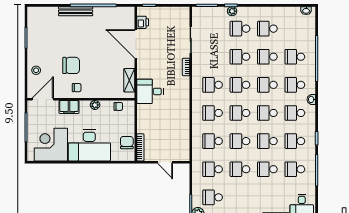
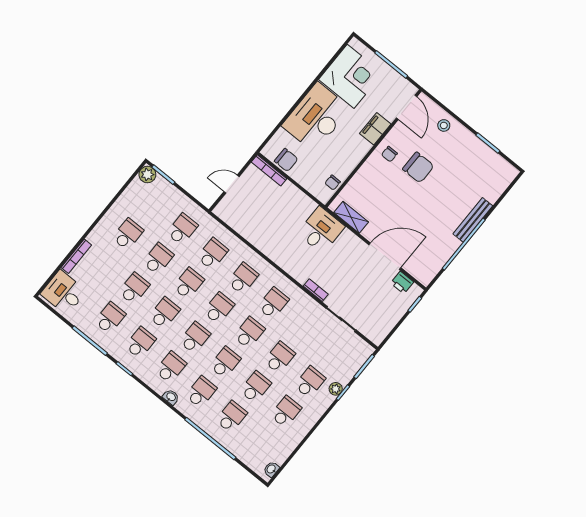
chair: (71, 65) -> (418, 167), turned -90
plant: (95, 105) -> (355, 159), removed
school desk: (213, 197) -> (128, 234), moved

